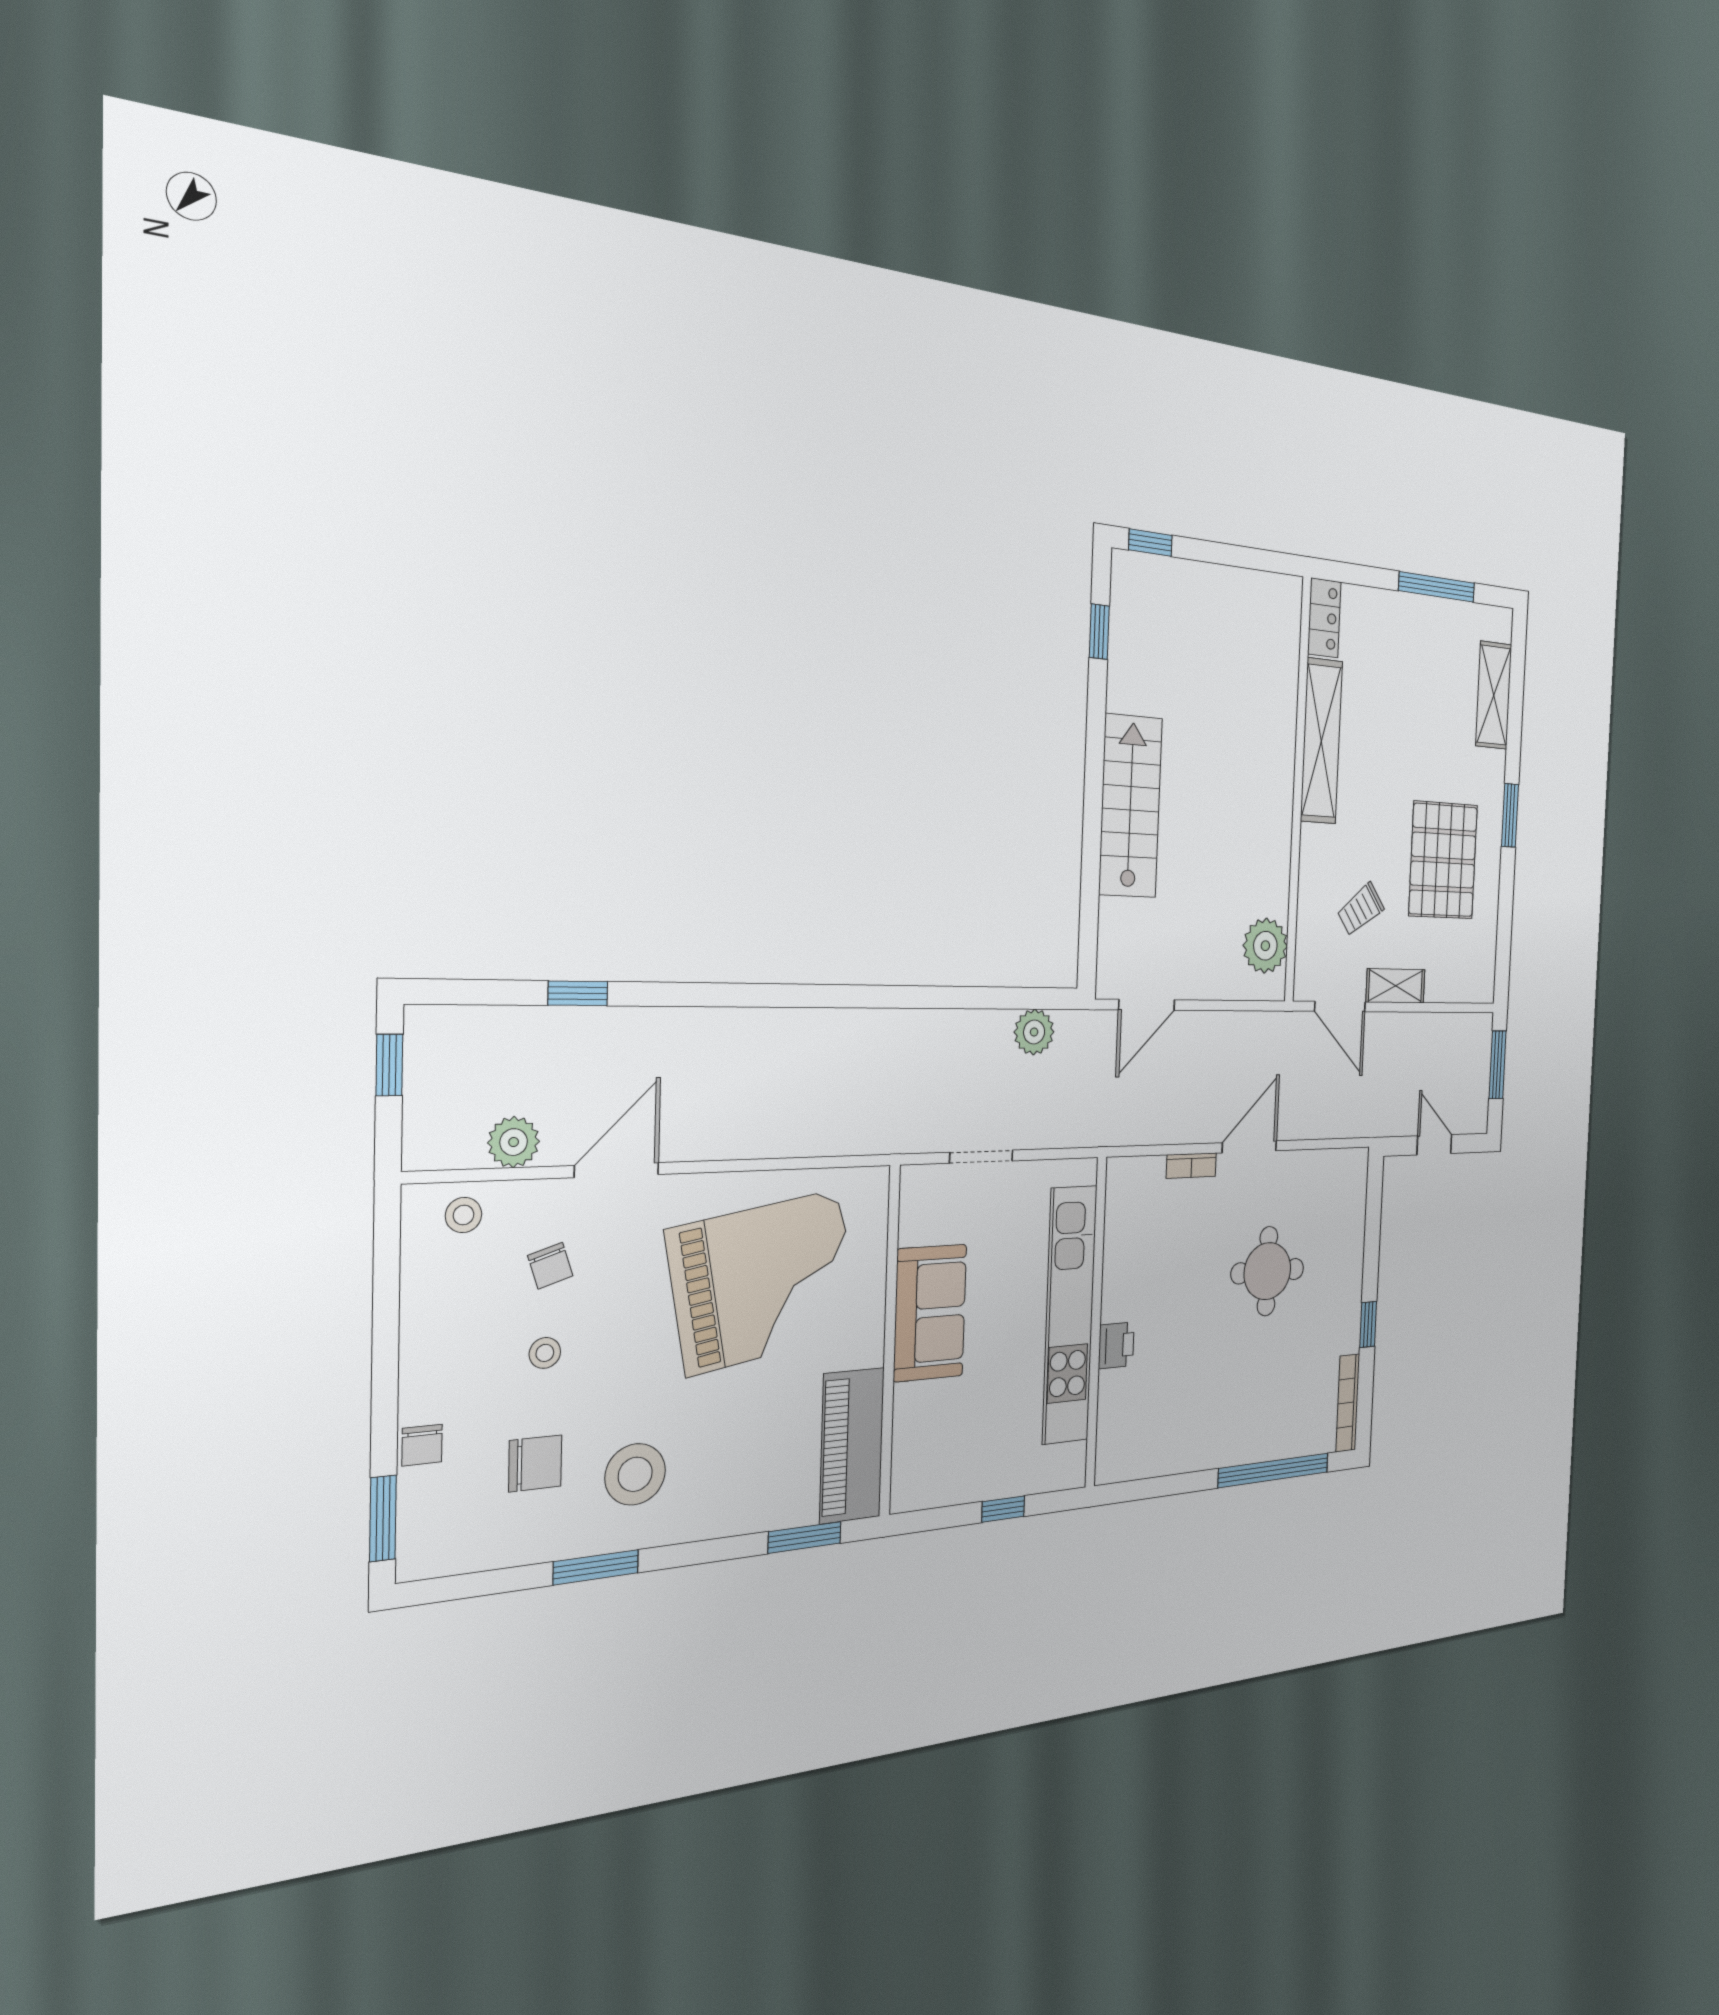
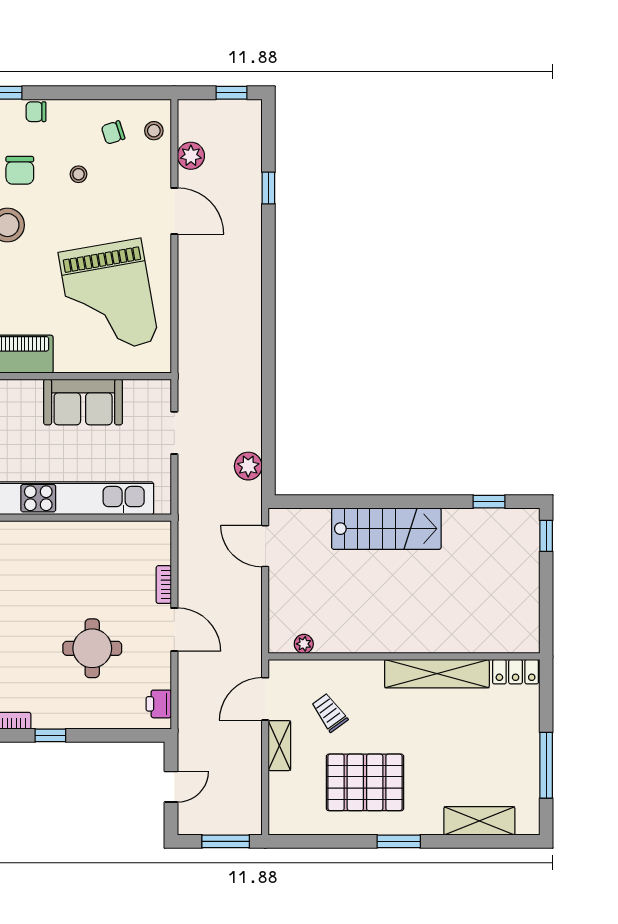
plant: (1265, 946) -> (304, 644), width x0.53, depth x0.53
chair: (550, 1266) -> (113, 133), moved
printer: (1116, 1345) -> (159, 704), moved, turned 90

